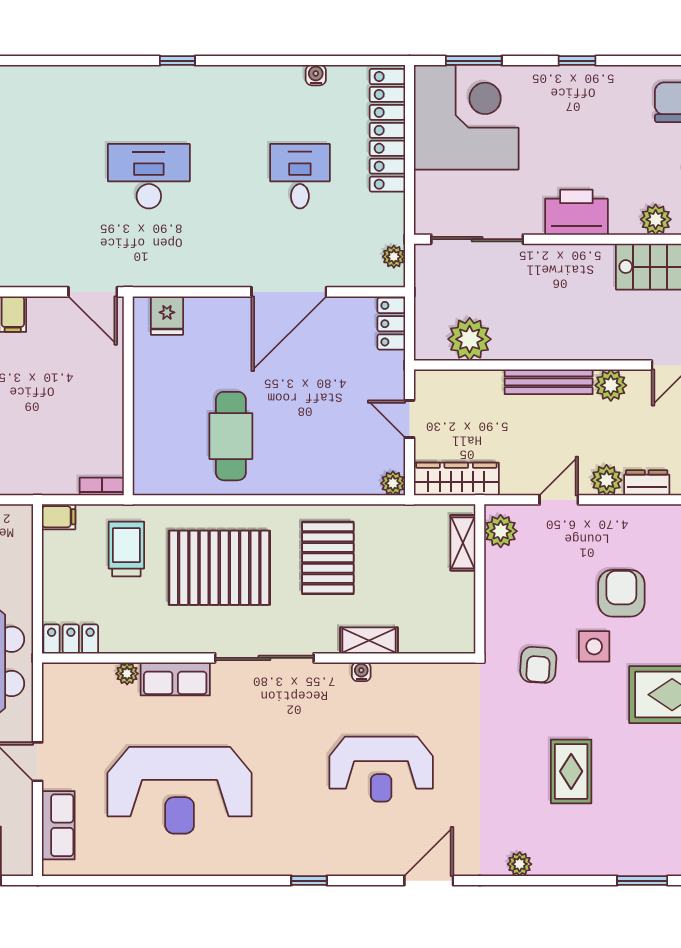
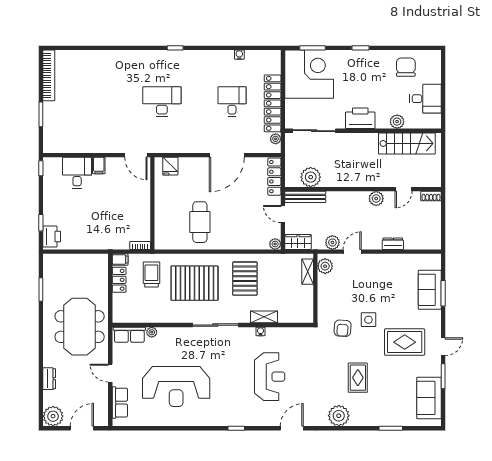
locker: (387, 130) -> (273, 103), moved
locker: (391, 324) -> (274, 177), width x1.53
bench: (549, 382) -> (305, 197), moved
wardrobe: (456, 479) -> (298, 242), width x0.67
plant: (607, 480) -> (332, 242), moved
armchair: (621, 593) -> (381, 295), removed
locker: (71, 639) -> (119, 280), moved, turned 90
row of seats: (175, 679) -> (129, 335), moved
reception desk: (381, 769) -> (270, 377), turned -90
plant: (520, 864) -> (339, 416), width x1.87, depth x1.87

